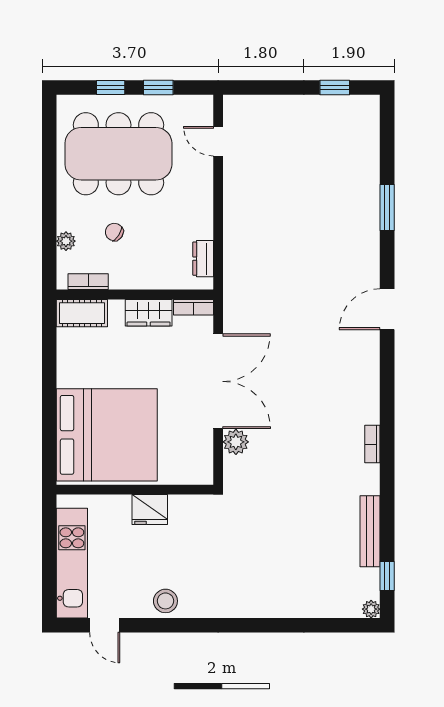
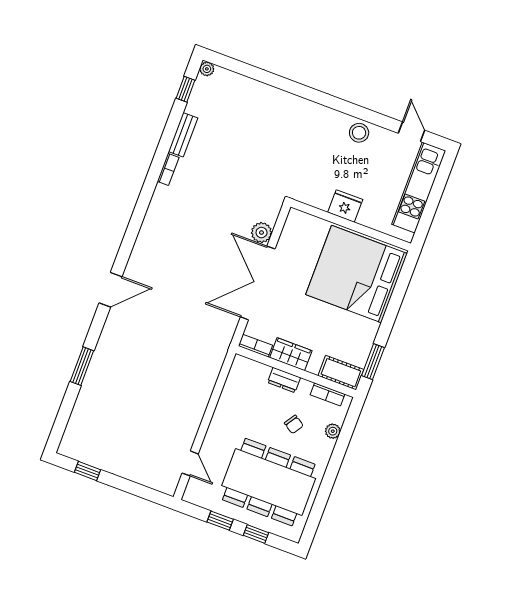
dresser: (203, 259) -> (284, 380), moved, turned 90
window: (49, 340) -> (373, 362), added
bookcase: (372, 444) -> (168, 169), moved
bench: (370, 531) -> (183, 135), width x0.73

